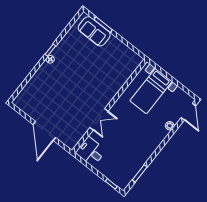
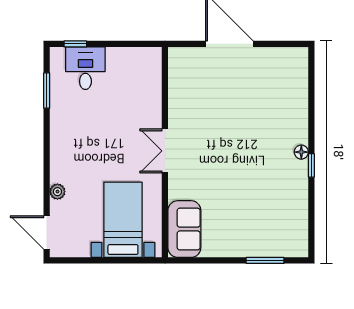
sofa: (94, 31) -> (184, 229), moved, turned 90
double door: (99, 119) -> (165, 151), moved
desk: (91, 152) -> (85, 68), moved, turned -90

